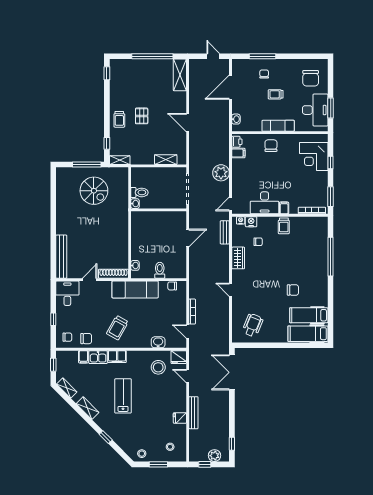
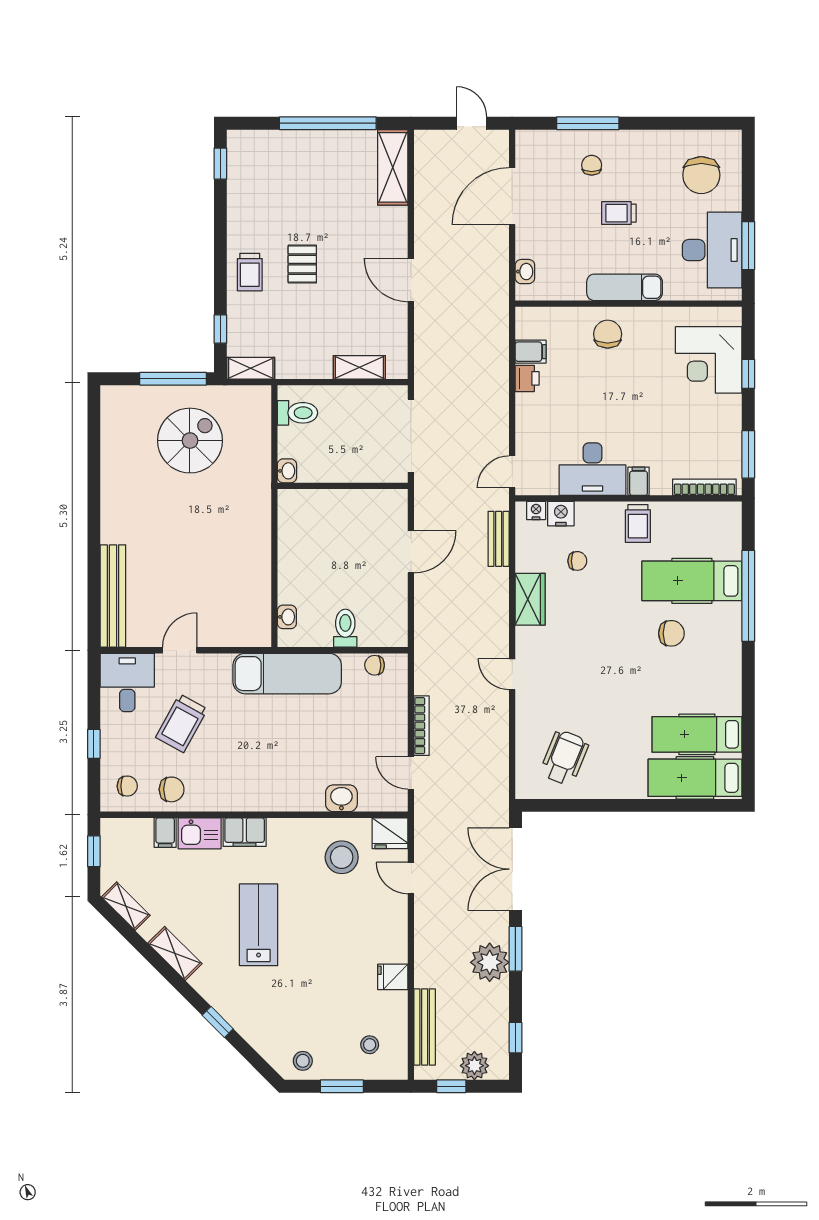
printer: (237, 142) -> (527, 378), moved
plant: (221, 173) -> (490, 962), moved
spiral stairs: (94, 191) -> (190, 441), turned -90
toilet: (140, 192) -> (298, 413), moved
hospital bed: (307, 250) -> (692, 581), added
shoe rack: (113, 274) -> (236, 636), removed
chair: (293, 290) -> (671, 633), moved
trolley: (117, 328) -> (182, 723), moved
window: (232, 406) -> (515, 949), added
bench: (193, 413) -> (425, 1027), moved

